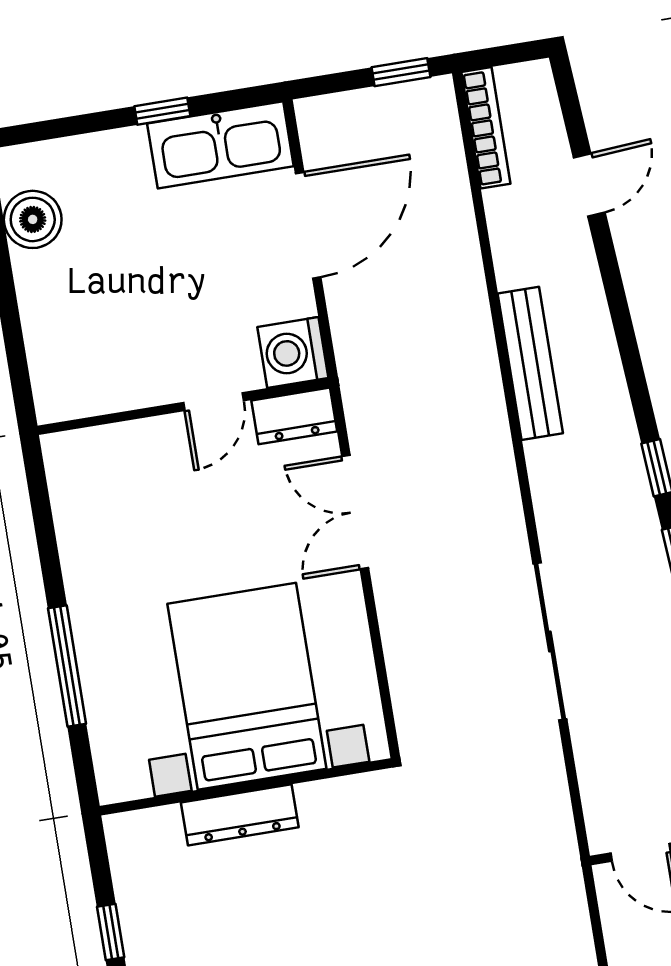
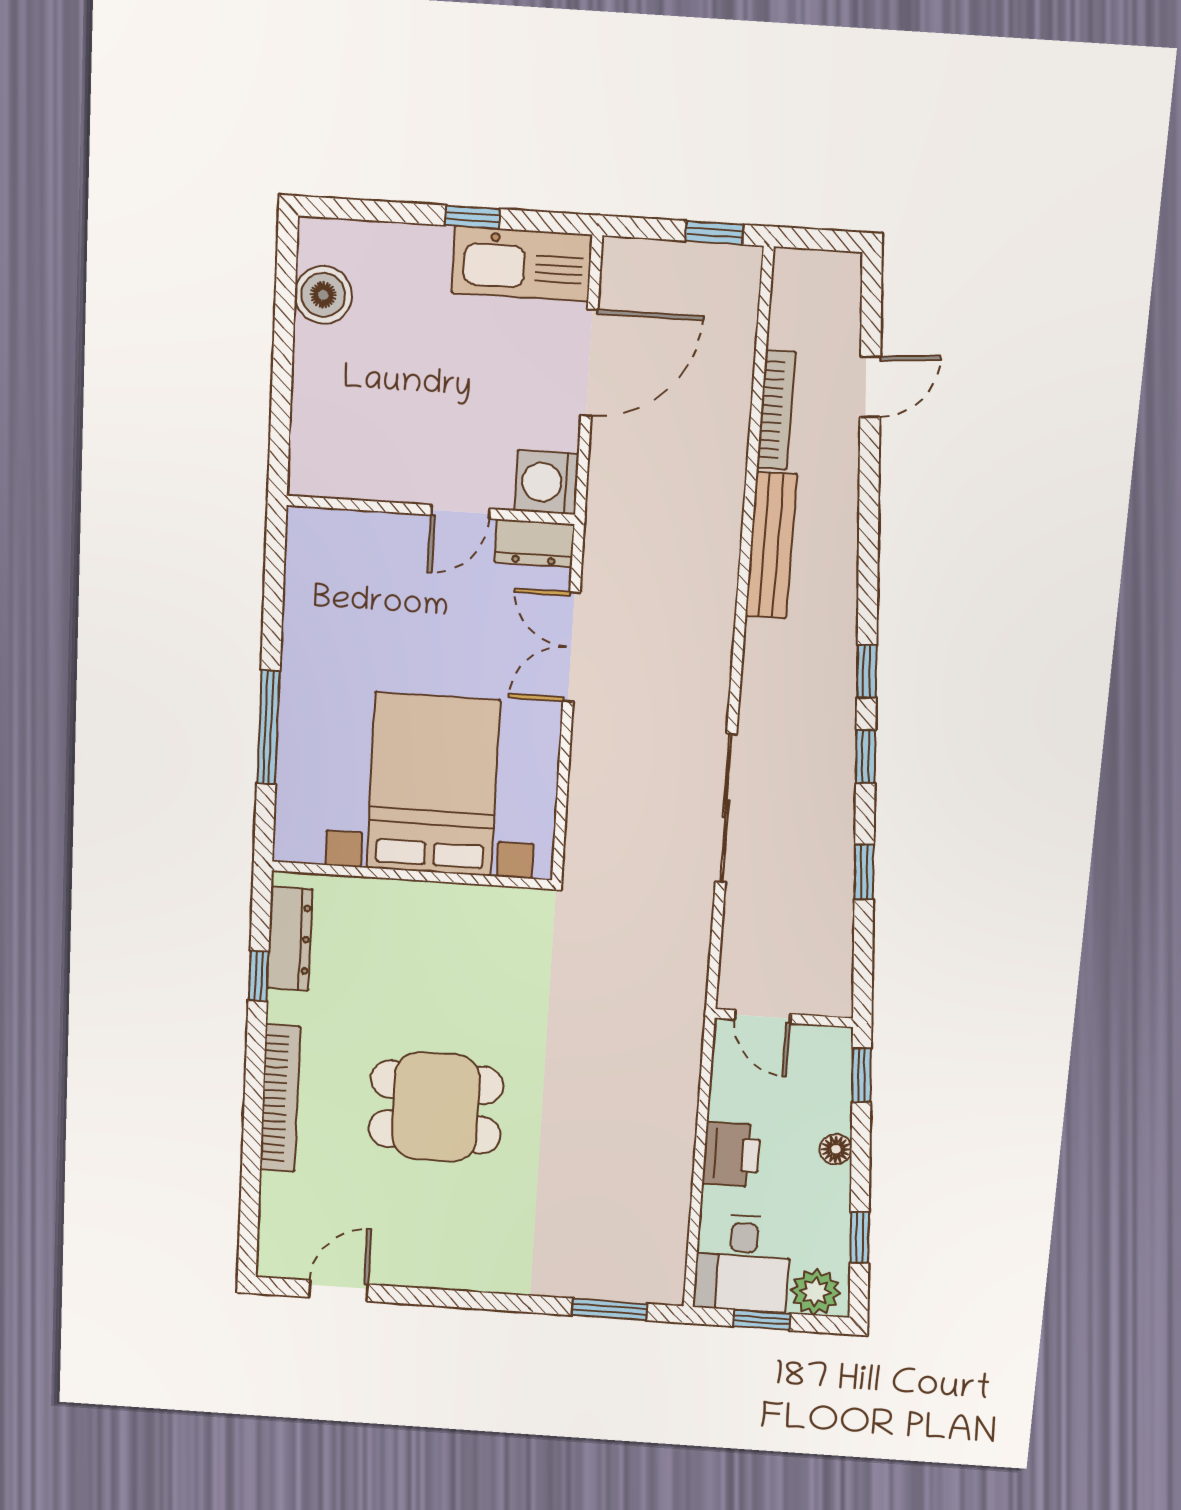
bookcase: (486, 128) -> (776, 410), moved
dresser: (240, 815) -> (290, 939), moved, turned -90

